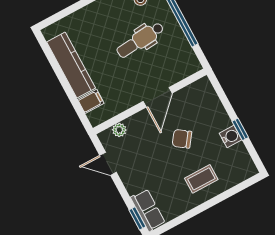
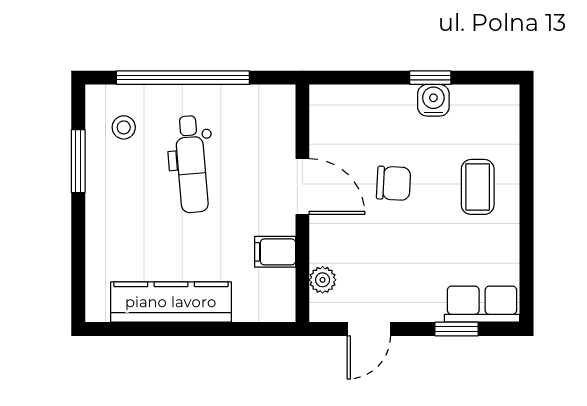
filing cabinet: (91, 101) -> (275, 252), moved, turned -90
chair: (182, 139) -> (394, 183), turned -123
window: (137, 218) -> (457, 329), moved

